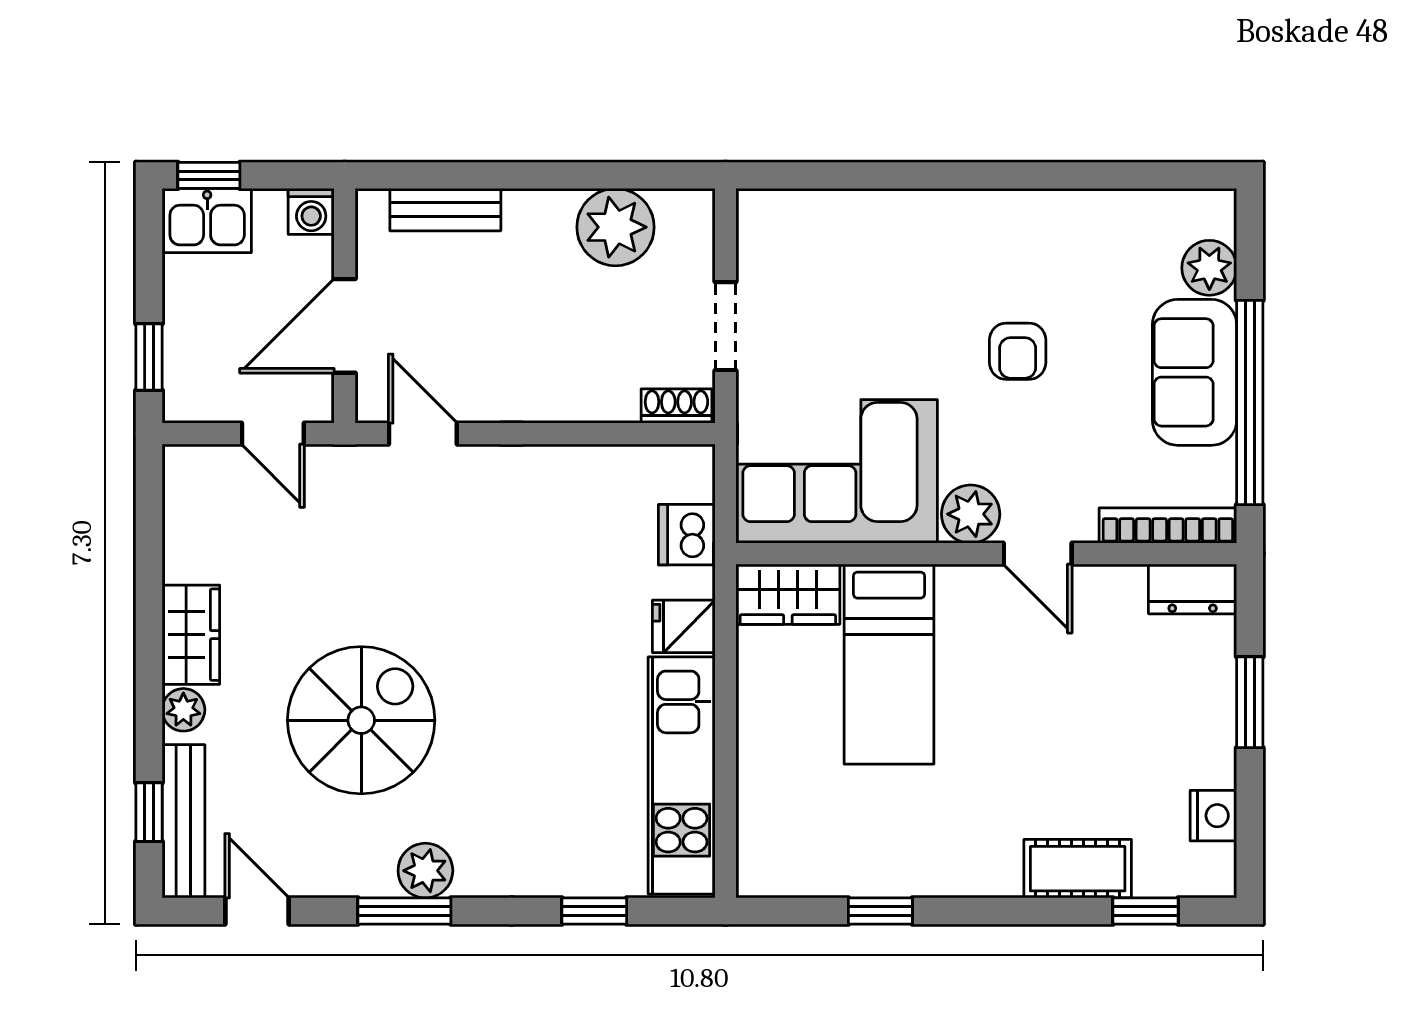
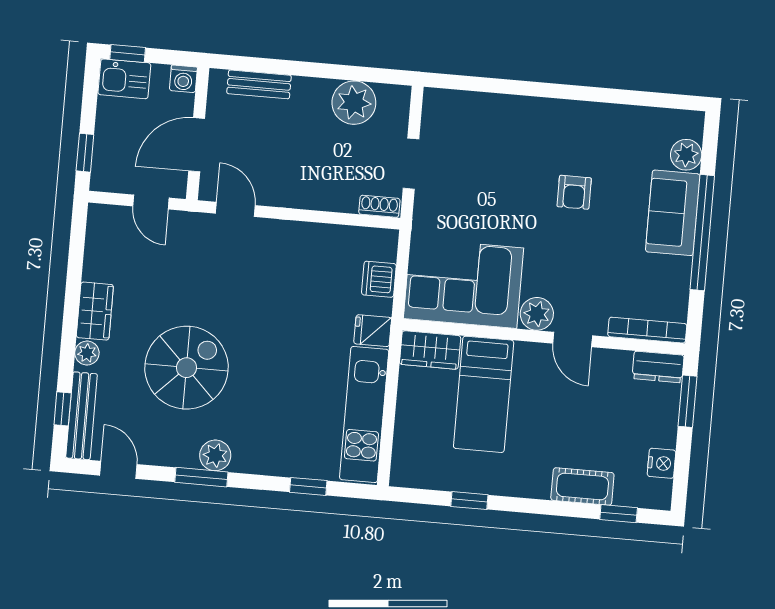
corner sofa: (837, 471) -> (464, 283), moved
plant: (971, 514) -> (537, 314), moved
bookcase: (1168, 526) -> (647, 330), moved
wall: (986, 554) -> (544, 337), moved
door: (1038, 554) -> (573, 339), moved
dresser: (1193, 589) -> (658, 367), moved
wardrobe: (788, 594) -> (430, 350), moved
bed: (889, 664) -> (484, 394), moved

